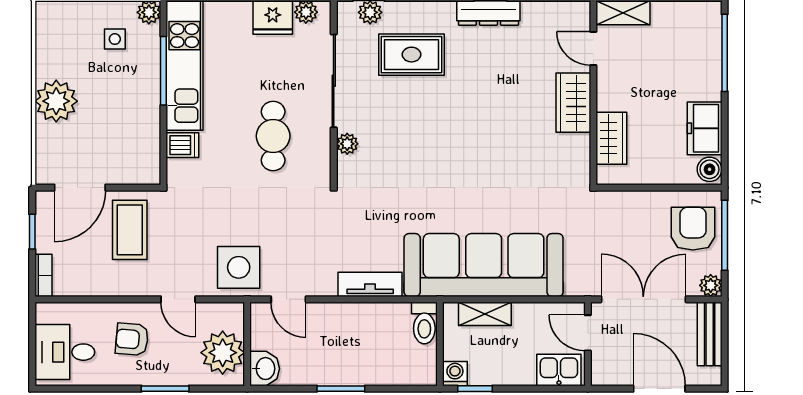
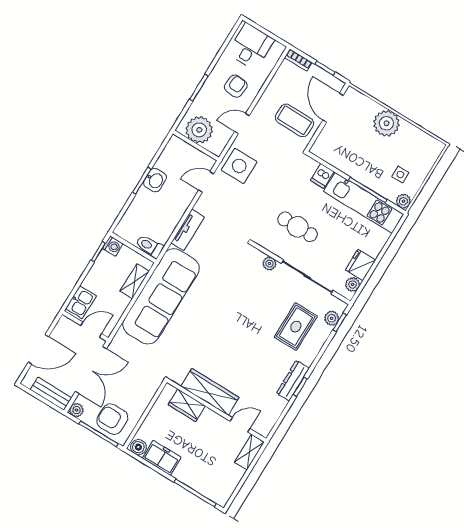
wardrobe: (573, 103) -> (210, 392), width x1.50
armchair: (693, 229) -> (112, 419), turned 180
washbasin: (265, 369) -> (155, 180), moved, turned -90

